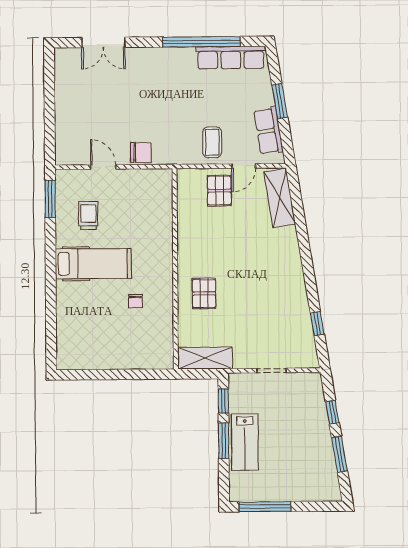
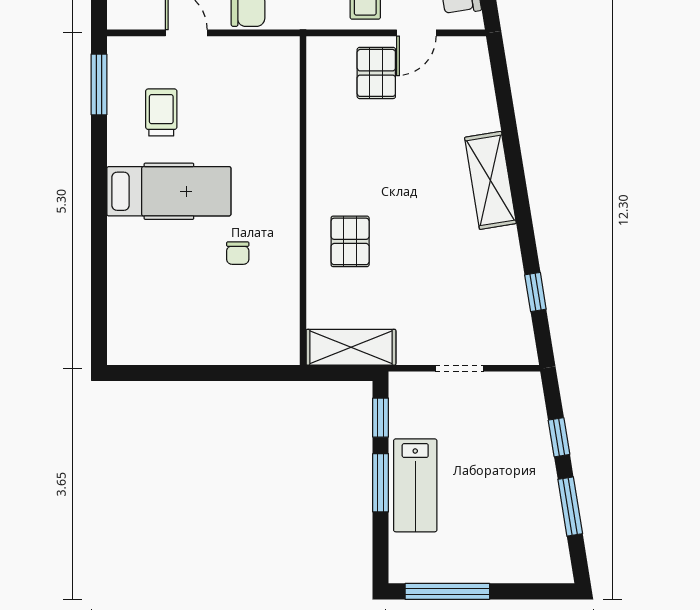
shelving: (280, 198) -> (490, 180), moved

